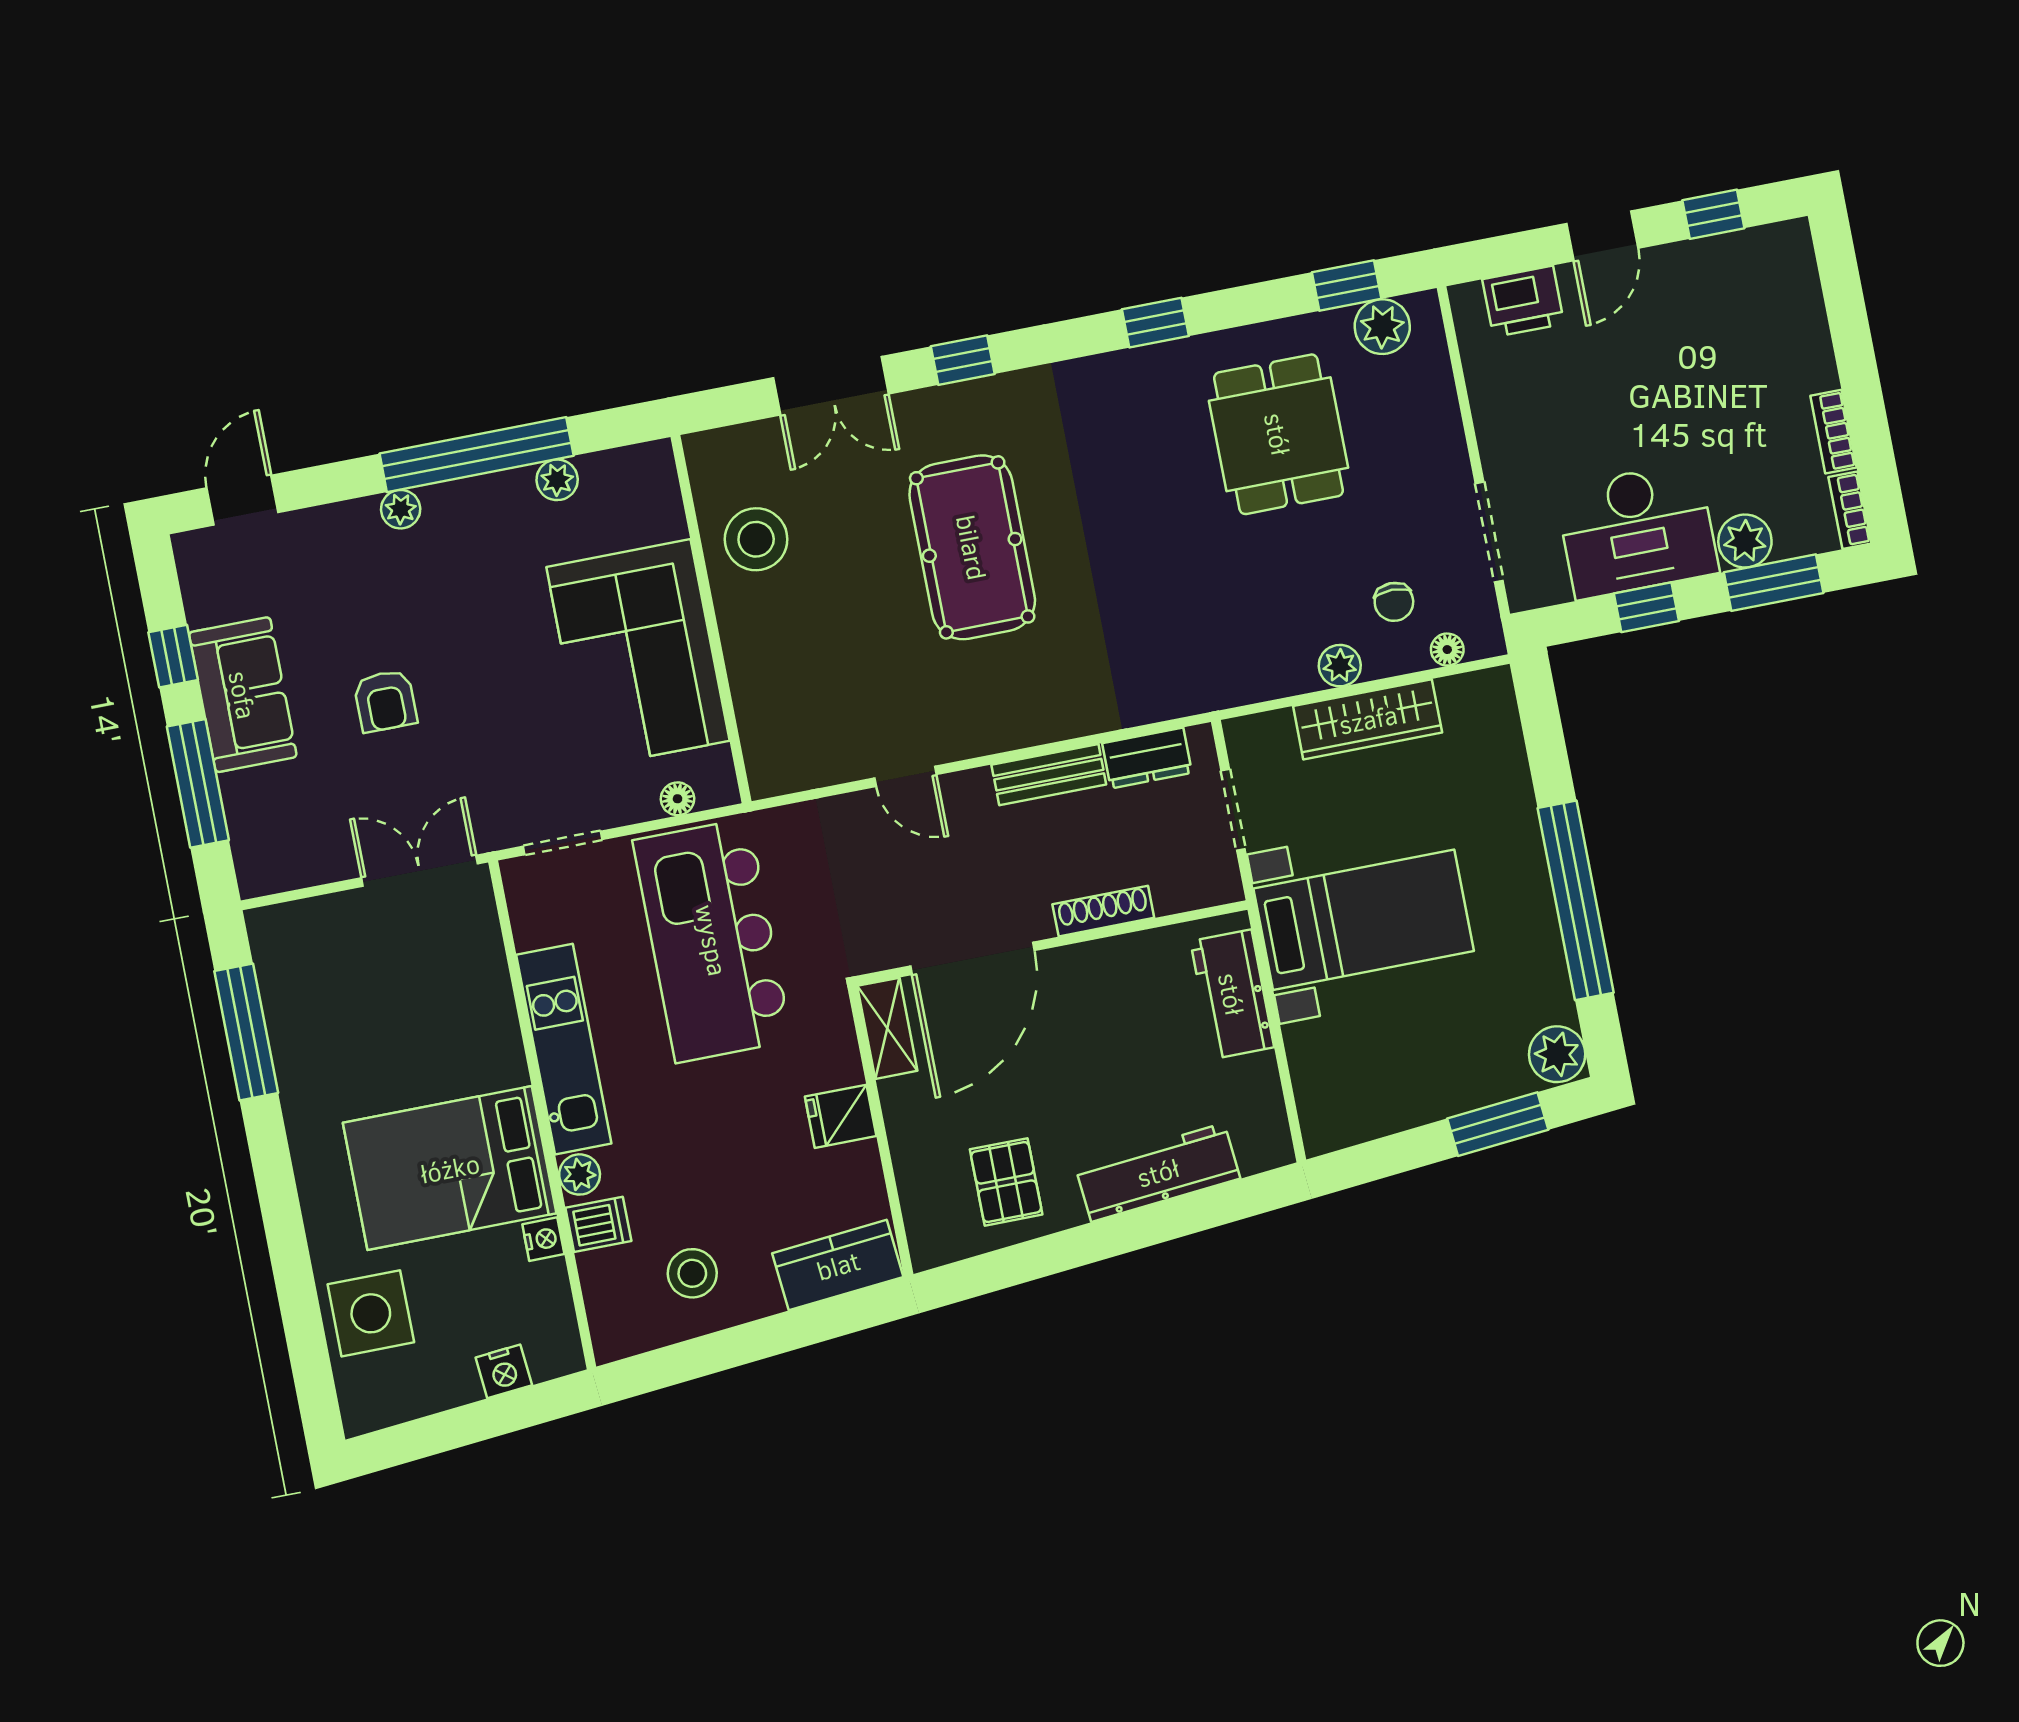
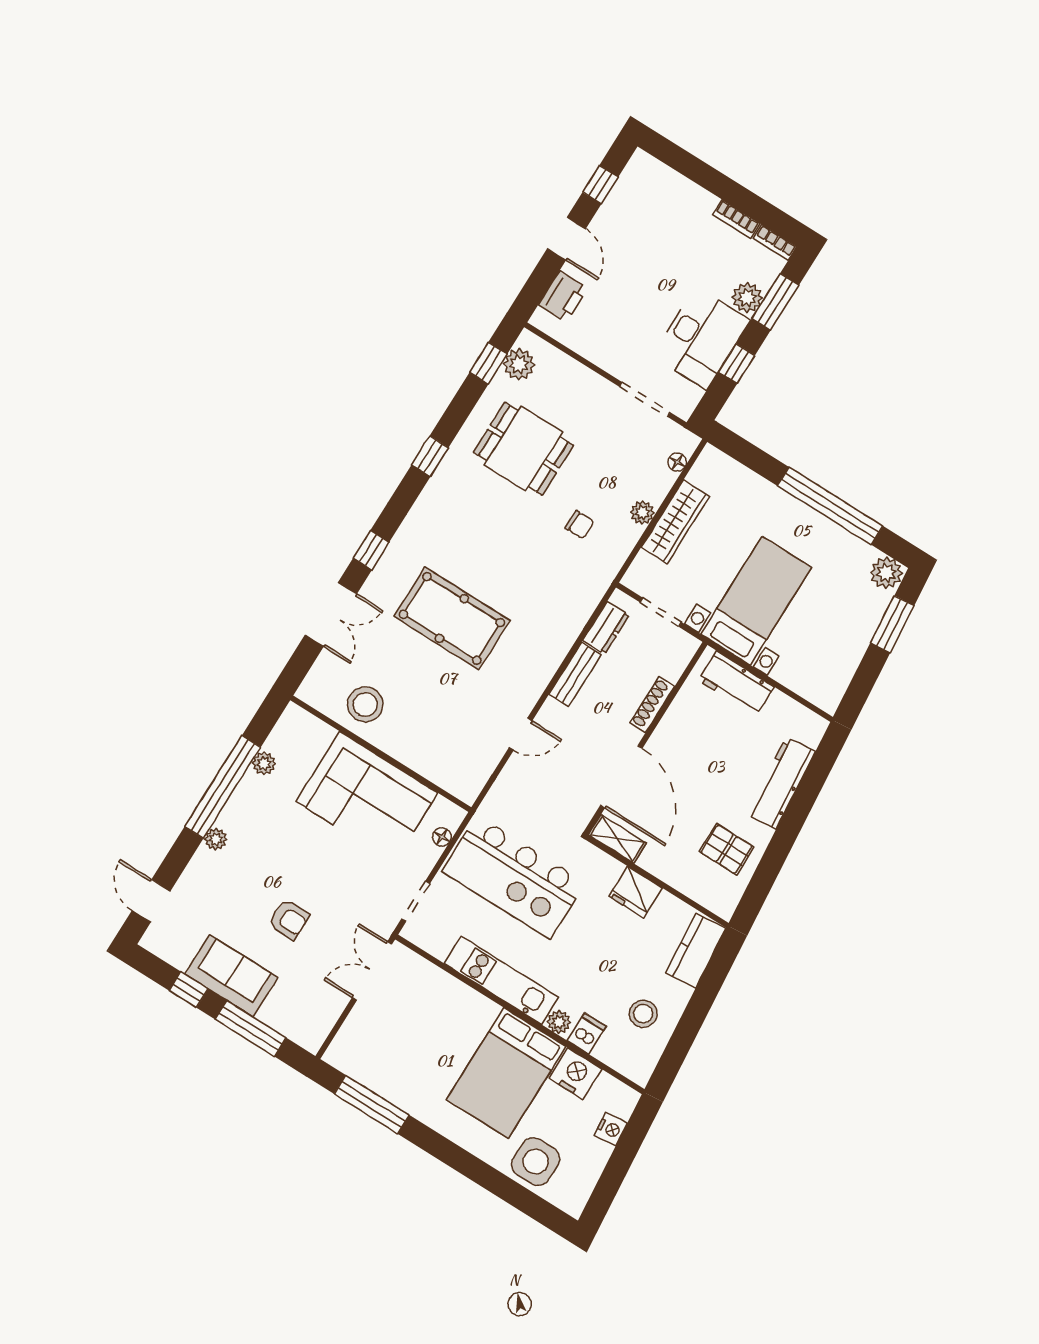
chair: (1394, 602) -> (580, 525), moved
fridge: (841, 1116) -> (636, 892), width x1.38
nightstand: (543, 1239) -> (575, 1074), width x1.89, depth x1.79

